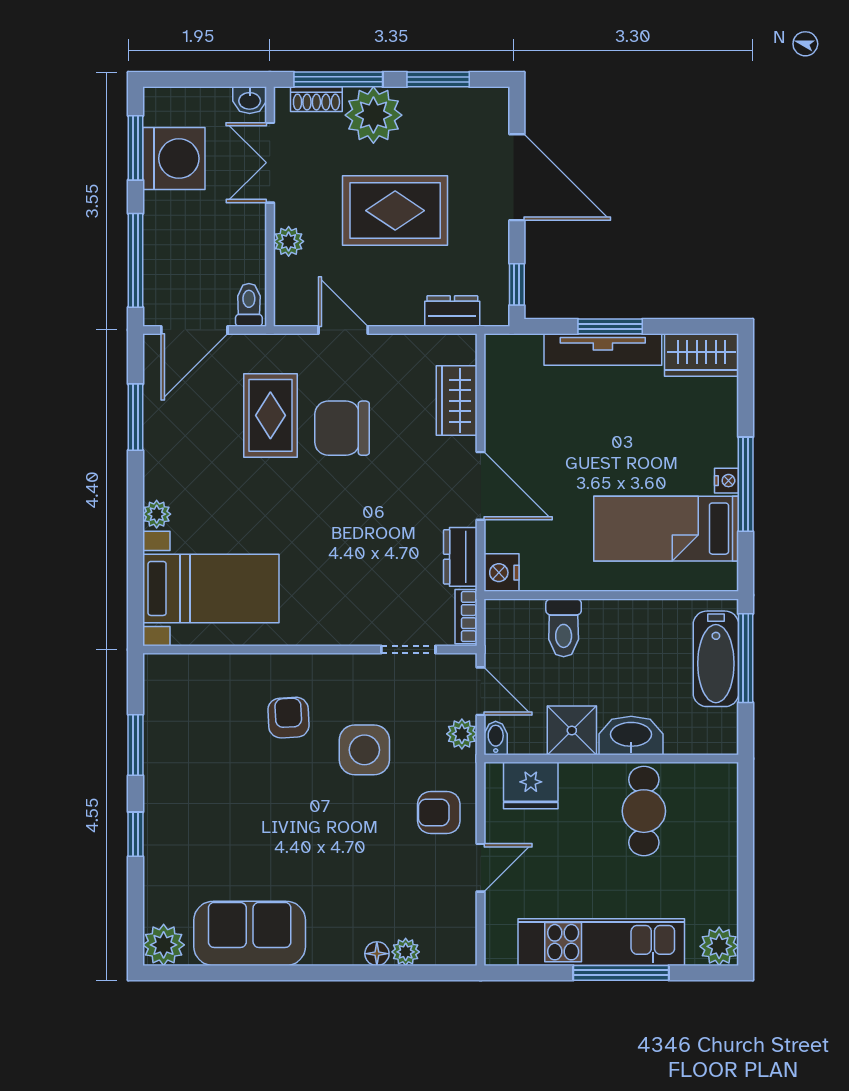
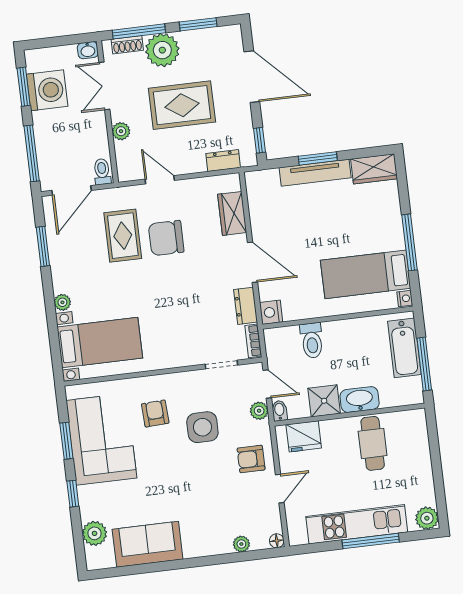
nightstand: (727, 481) -> (405, 298), moved
window: (746, 658) -> (424, 364), moved
corner sofa: (194, 750) -> (101, 439), added
plant: (164, 945) -> (94, 533), moved
floor lamp: (377, 954) -> (277, 541), moved

